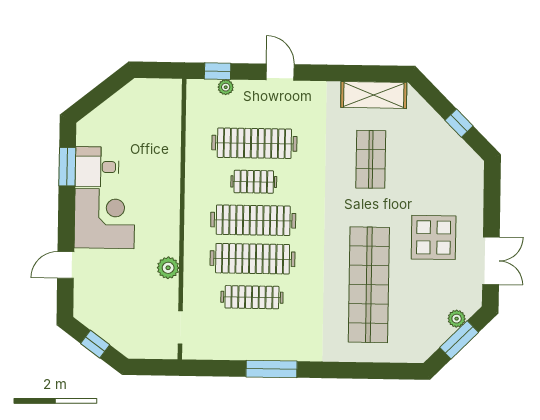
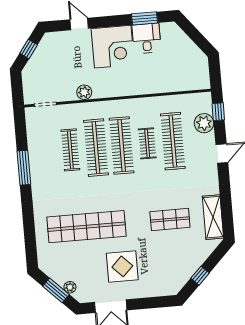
plant: (226, 87) -> (204, 123), width x1.87, depth x1.87

